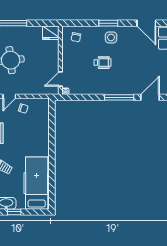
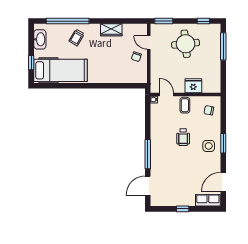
fridge: (51, 33) -> (193, 86), moved, turned 90
coffee table: (71, 61) -> (185, 105), added
door: (150, 97) -> (148, 186), swing flipped
window: (14, 212) -> (31, 63), moved

